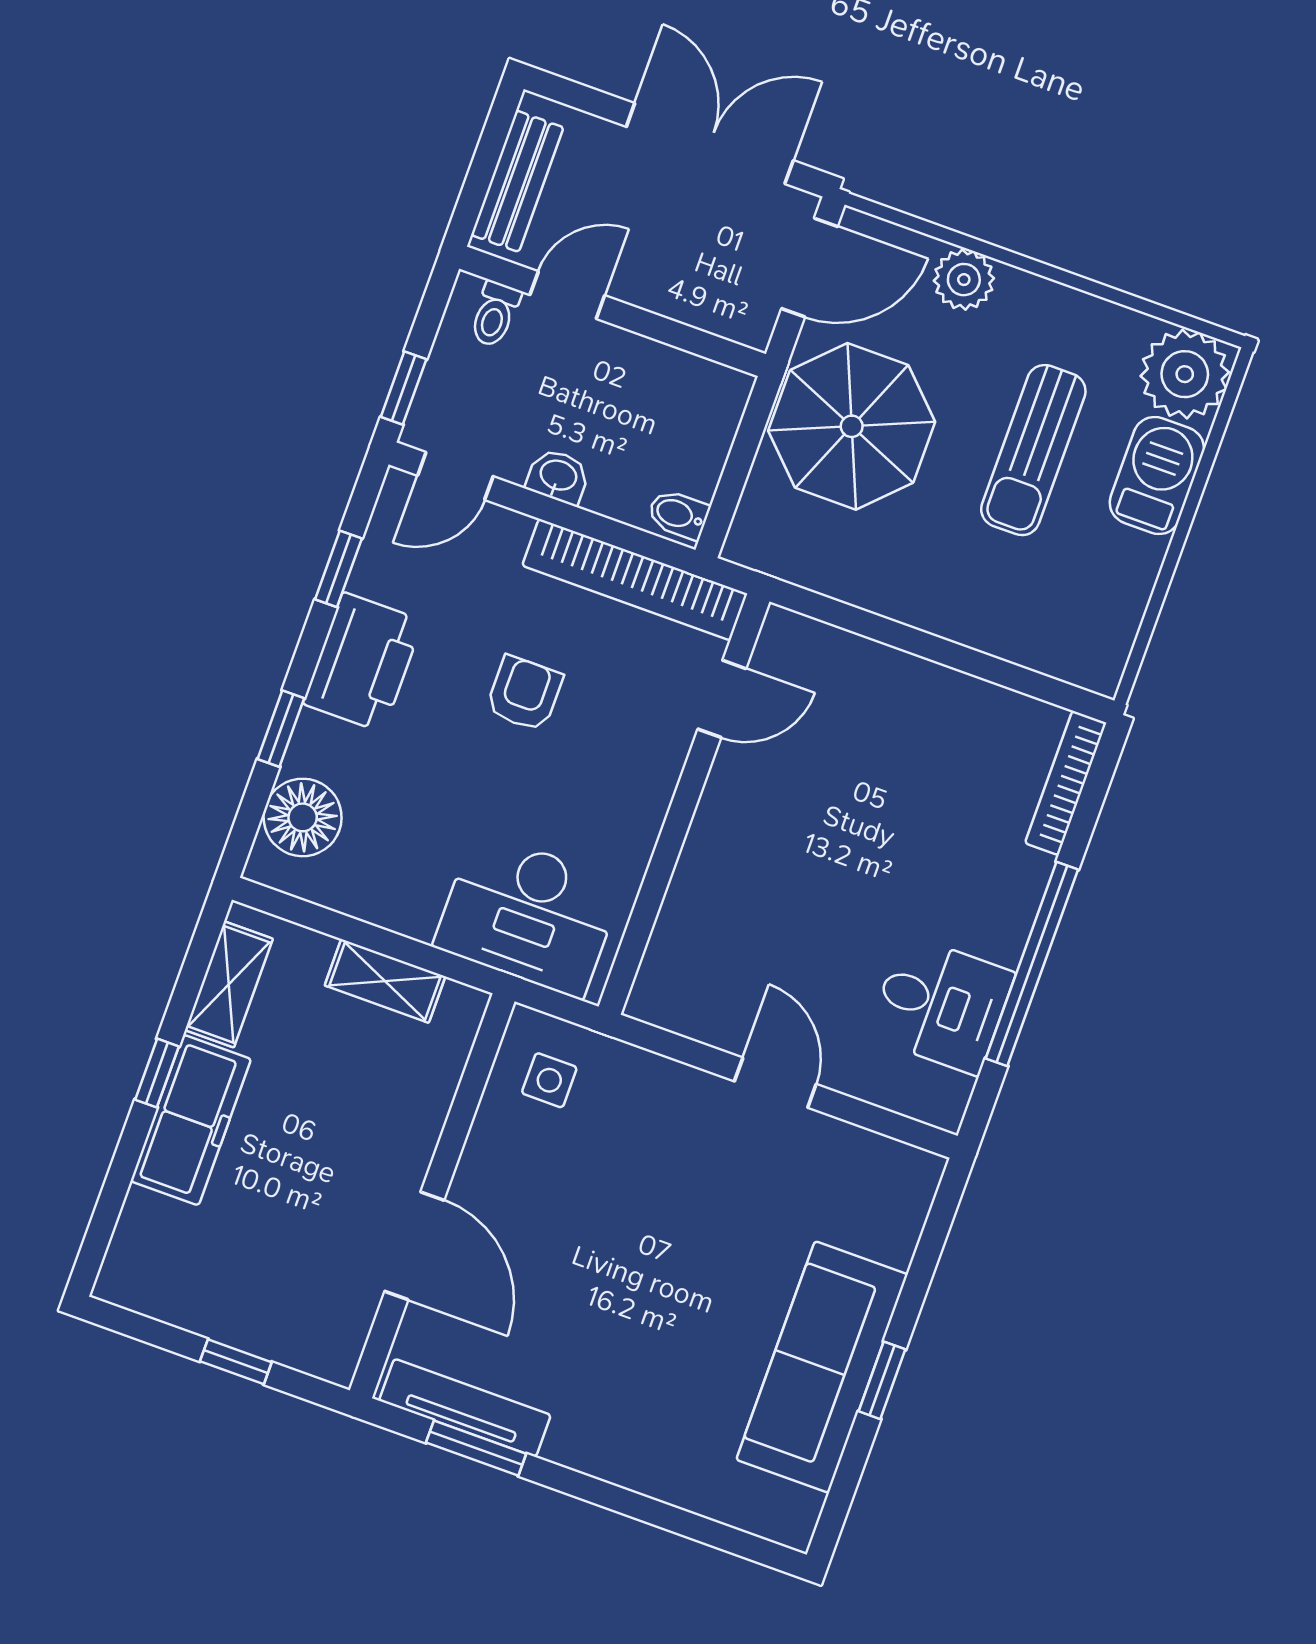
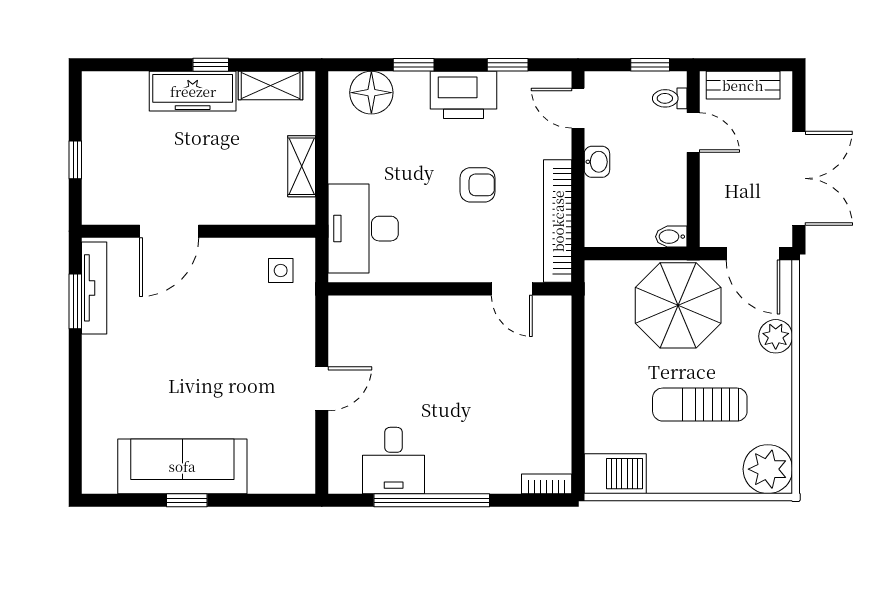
window: (404, 388) -> (650, 65), moved
barbecue: (1157, 476) -> (615, 474), moved
bidet: (678, 514) -> (671, 237), moved, turned -90
bookcase: (1066, 783) -> (547, 484), width x0.64

